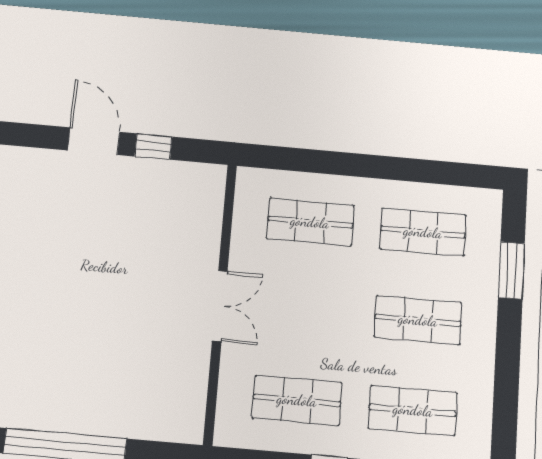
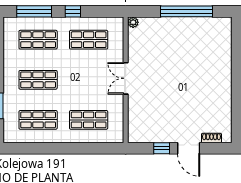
shoe rack: (40, 158) -> (211, 138), added
plant: (191, 431) -> (133, 22), added

